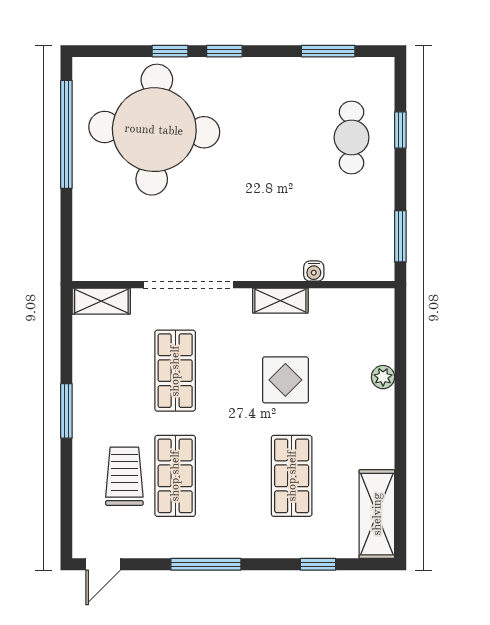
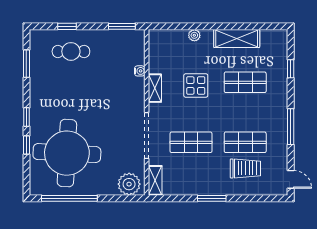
plant: (94, 250) -> (129, 184), added
trolley: (124, 476) -> (245, 168), turned 180
shelving: (377, 514) -> (237, 38), moved

